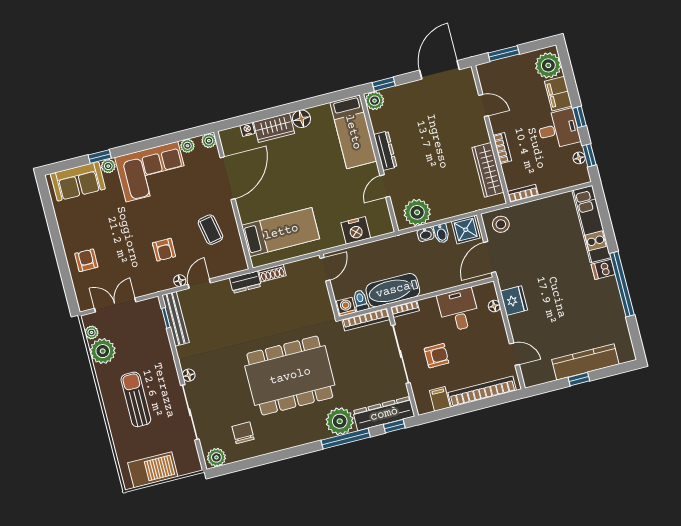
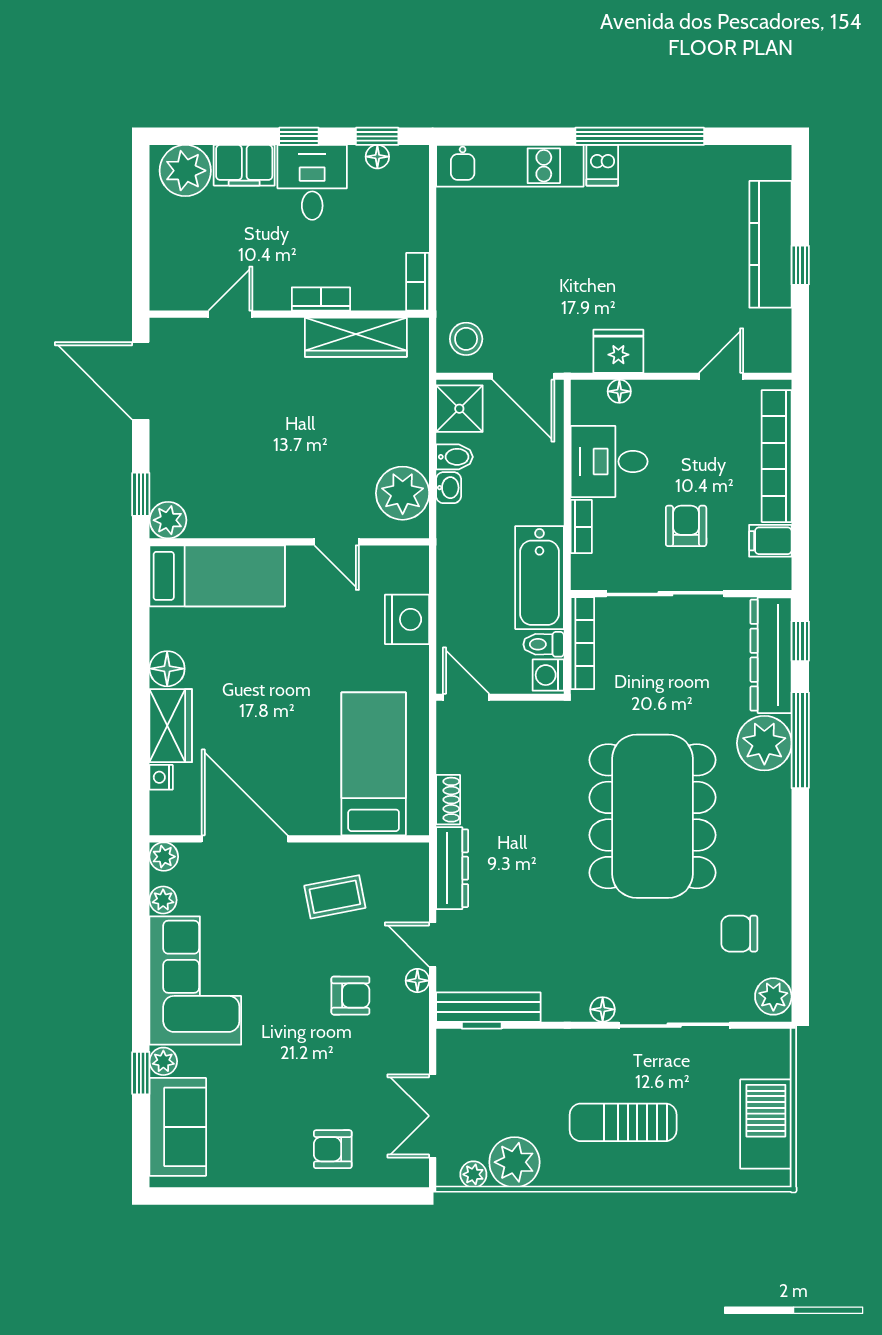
window: (504, 54) -> (141, 250), removed
dresser: (385, 151) -> (269, 524), removed
dresser: (245, 282) -> (452, 868), width x1.44
bookcase: (405, 309) -> (581, 527), moved

